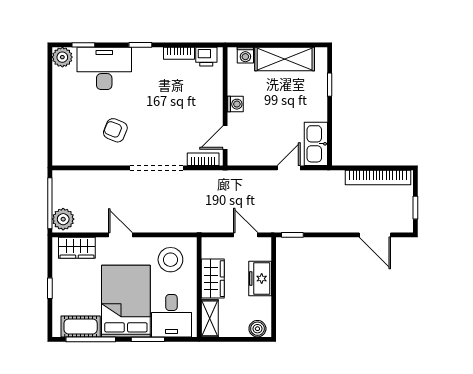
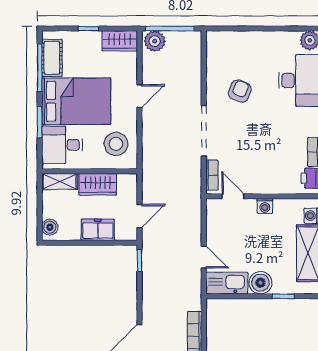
boiler: (315, 109) -> (260, 283), added
wardrobe: (77, 248) -> (120, 41), moved, turned -90

